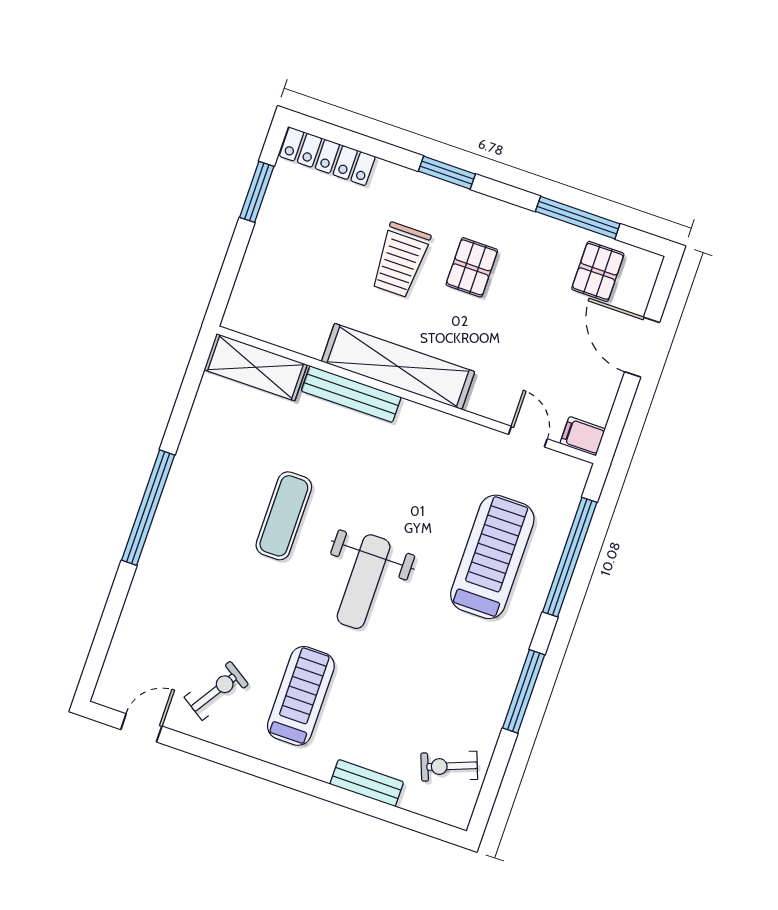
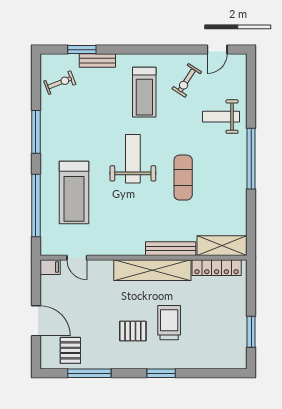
locker: (327, 156) -> (217, 268), moved, turned 180
pallet: (472, 267) -> (133, 331), turned 90
weight bench: (176, 603) -> (221, 117), added
window: (388, 813) -> (82, 50), added

